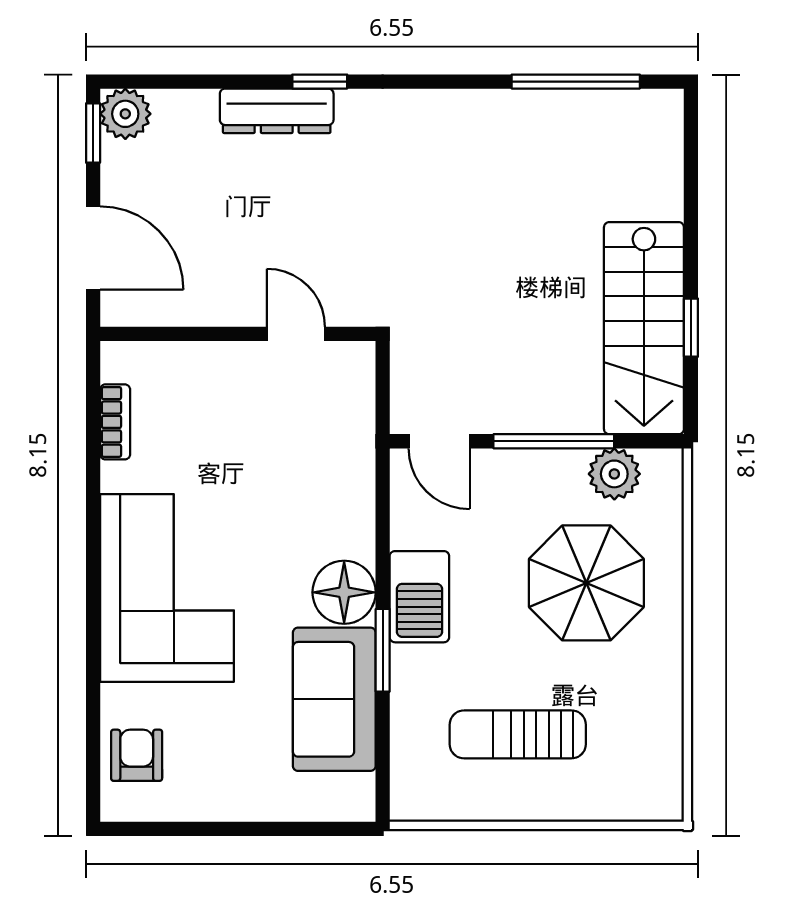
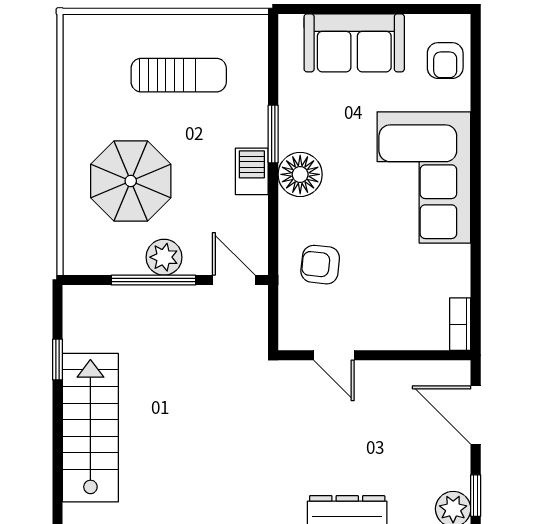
stairs: (644, 328) -> (90, 428), moved
bookcase: (115, 422) -> (460, 324), moved
armchair: (315, 463) -> (320, 265), added
plant: (614, 474) -> (164, 257), moved
barbecue: (419, 597) -> (252, 171), width x0.73, depth x0.79
sofa: (334, 699) -> (354, 43), moved, turned 90

